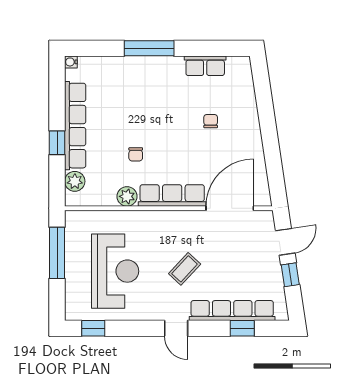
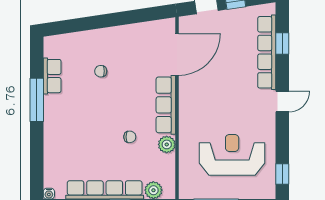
window: (149, 48) -> (37, 100), moved
door: (230, 208) -> (177, 54), swing flipped
coffee table: (185, 269) -> (230, 94), removed

